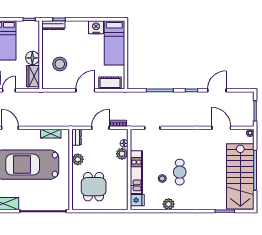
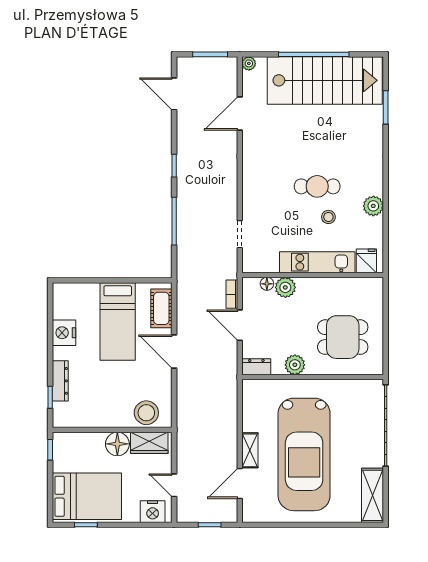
dresser: (53, 25) -> (60, 381), moved
bed: (114, 43) -> (118, 322), moved, turned 90
stool: (60, 64) -> (146, 413), moved
door: (217, 90) -> (174, 94), moved
shelving: (51, 134) -> (250, 450), moved

